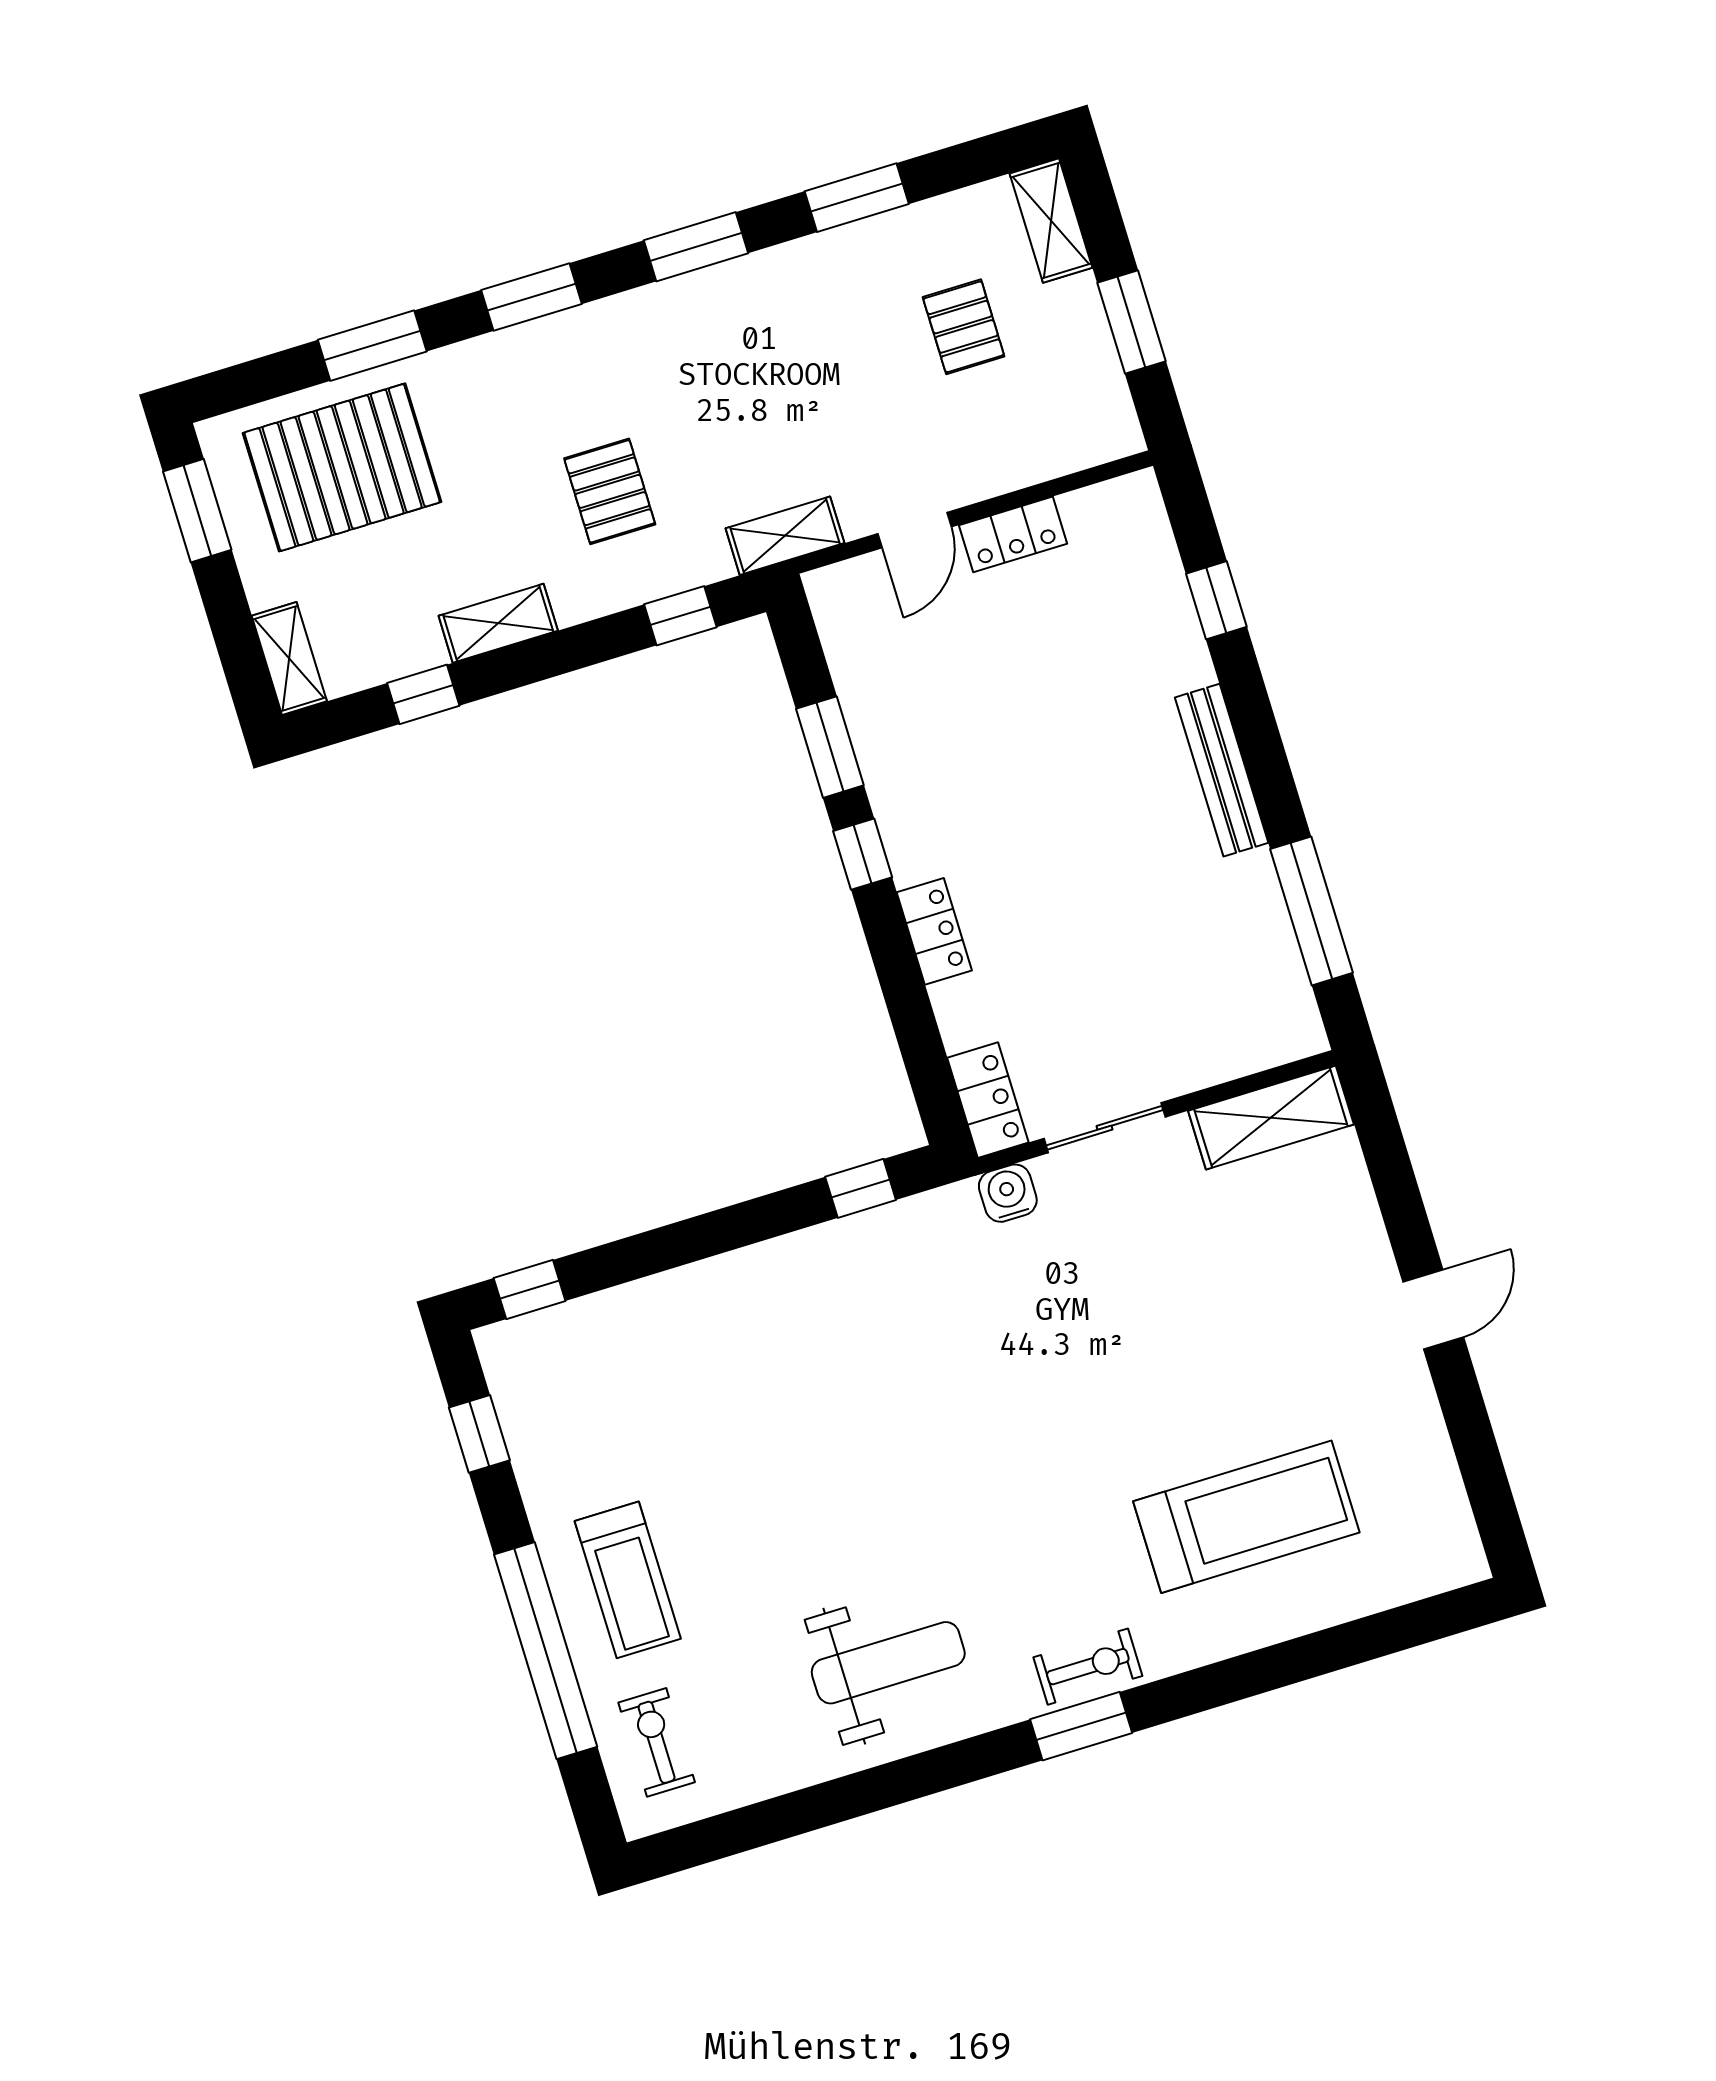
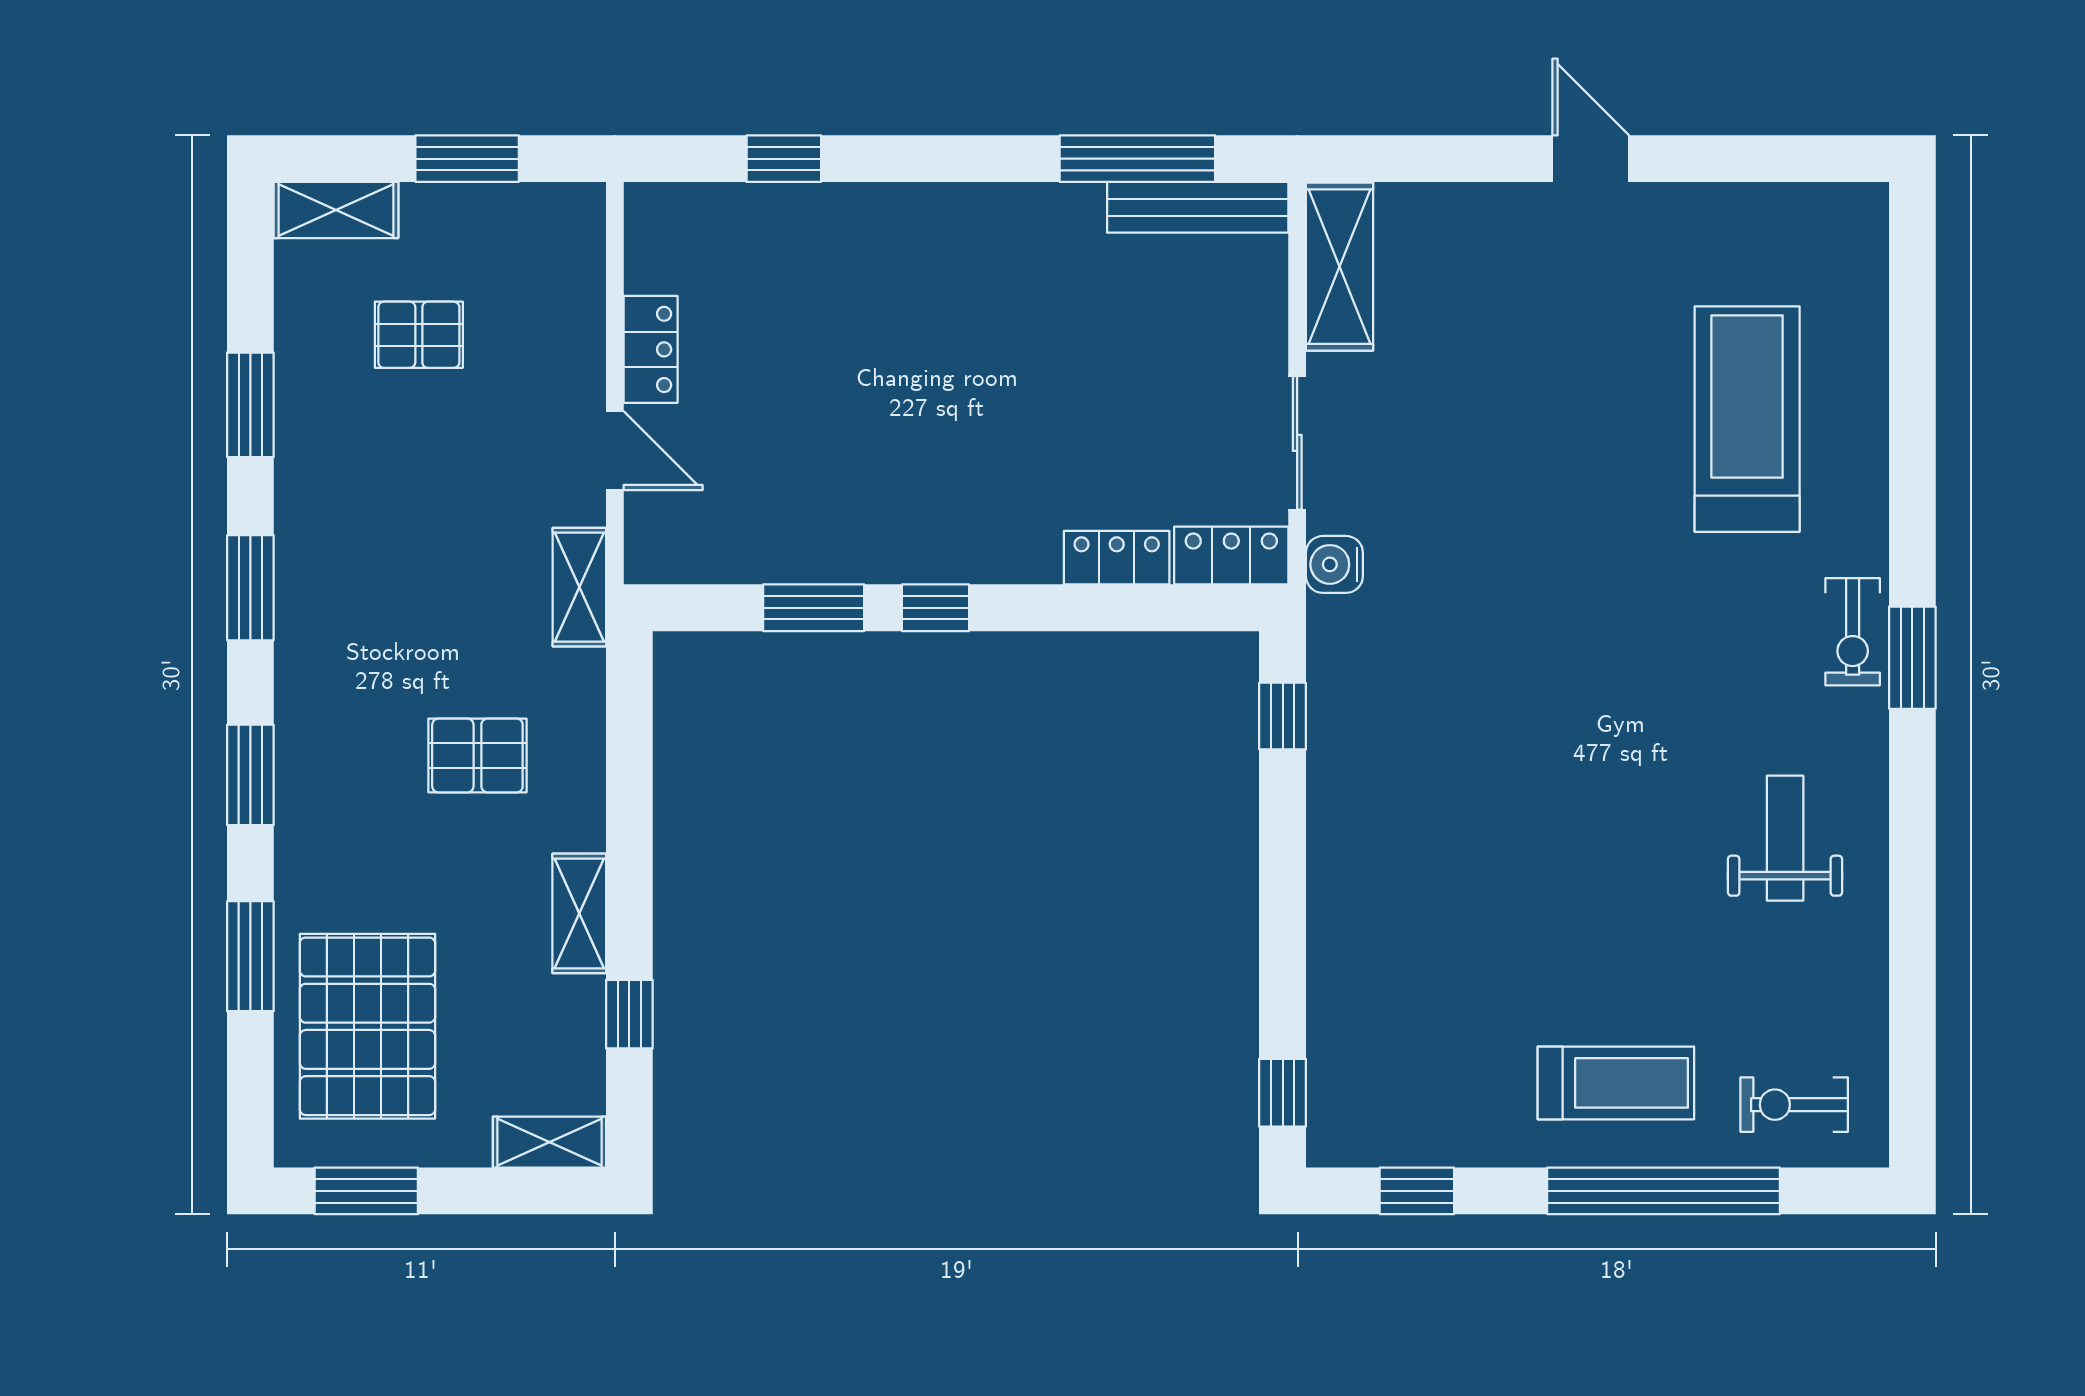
window: (680, 616) -> (629, 721), removed
bench: (1222, 770) -> (1198, 207), moved
locker: (934, 931) -> (1117, 558), moved
weight bench: (888, 1663) -> (1785, 838), width x0.73, depth x0.75
exercise bike: (1088, 1667) -> (1853, 632), turned 180

